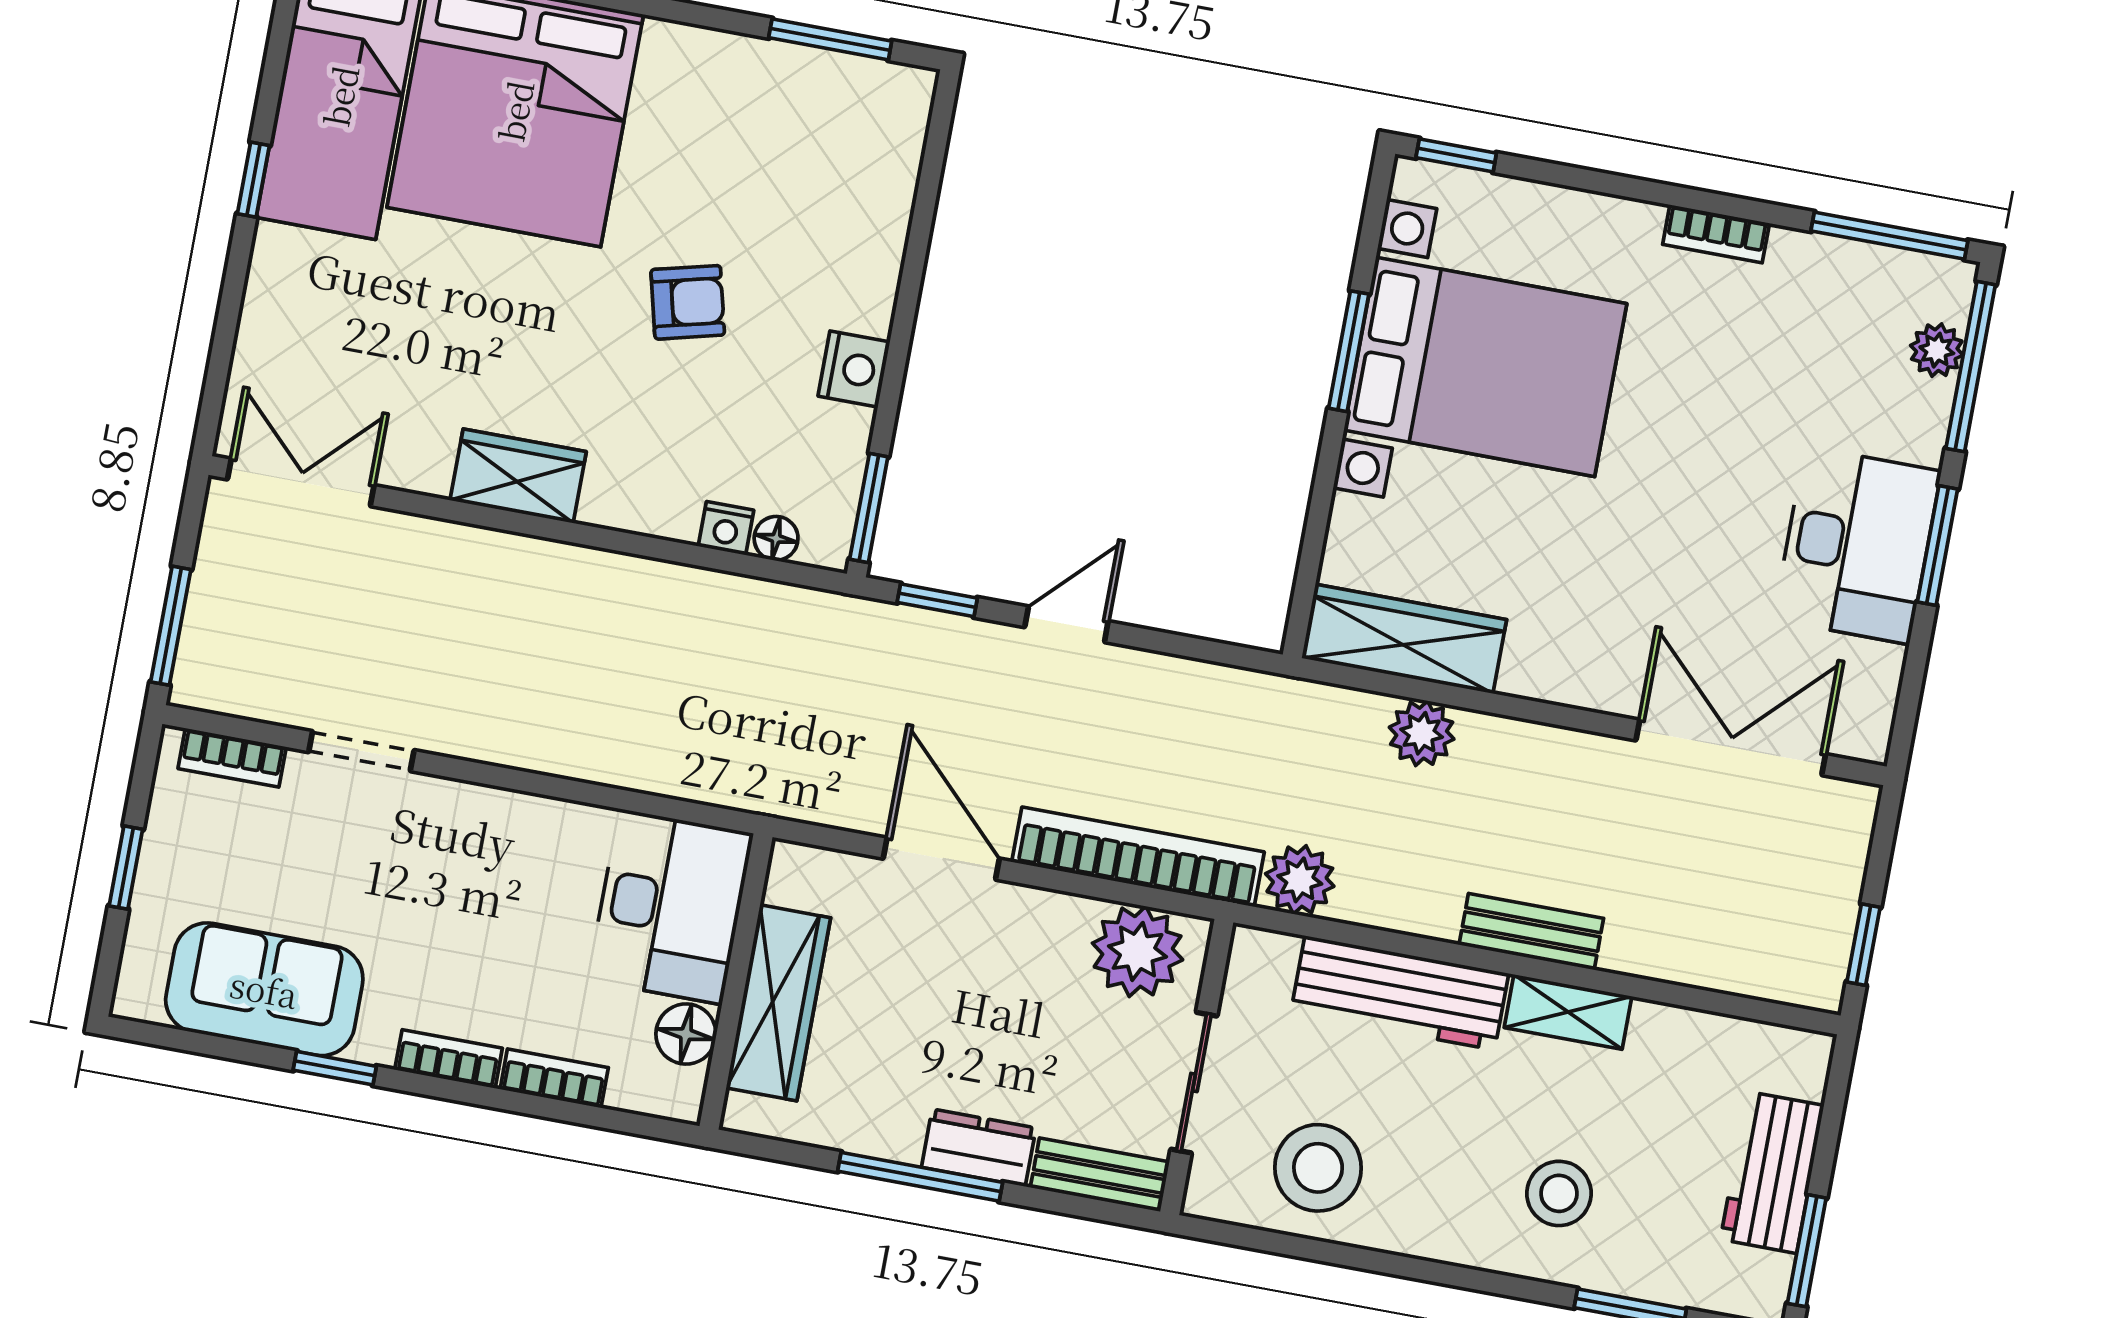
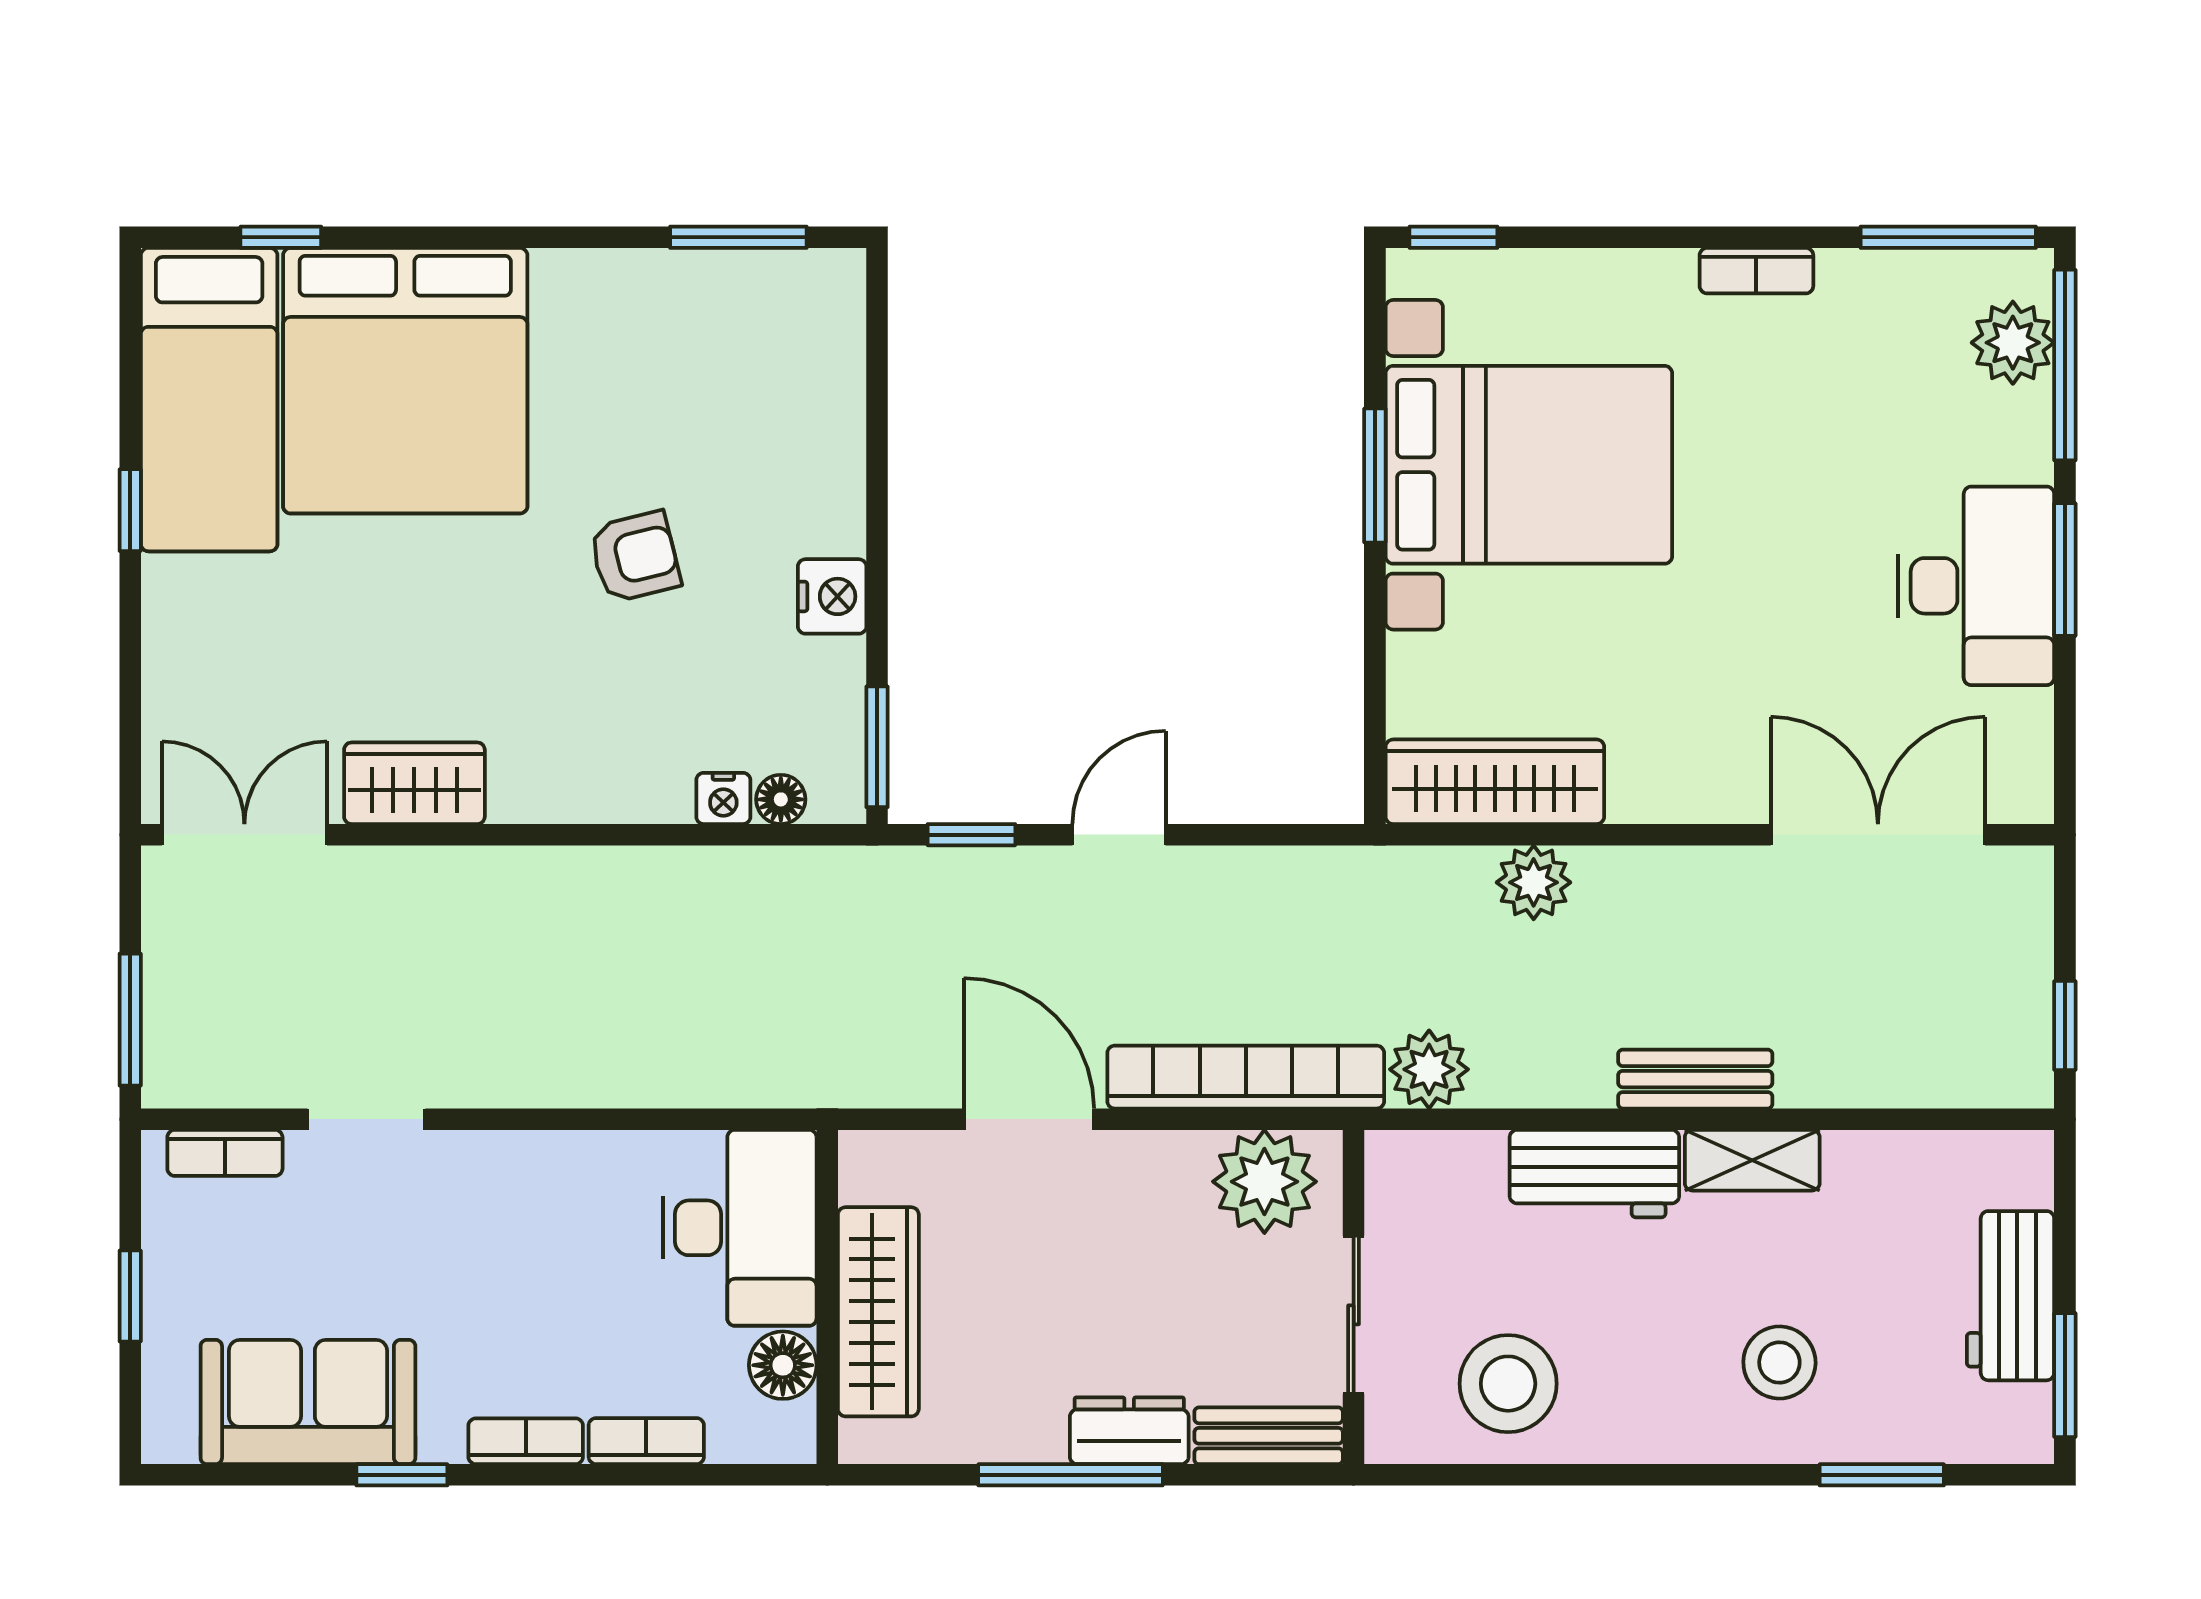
plant: (1937, 350) -> (2013, 343), width x1.38, depth x1.38
wardrobe: (518, 476) -> (414, 783), moved
workbench: (1400, 993) -> (1594, 1174), width x0.73

